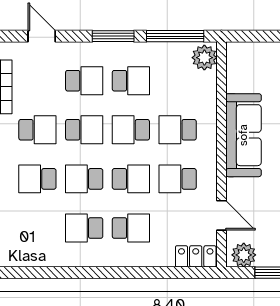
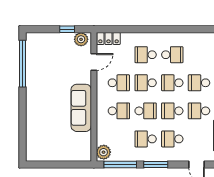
school desk: (37, 179) -> (199, 83), turned 180
school desk: (84, 179) -> (172, 83), turned 180
door: (221, 215) -> (94, 62), swing flipped

